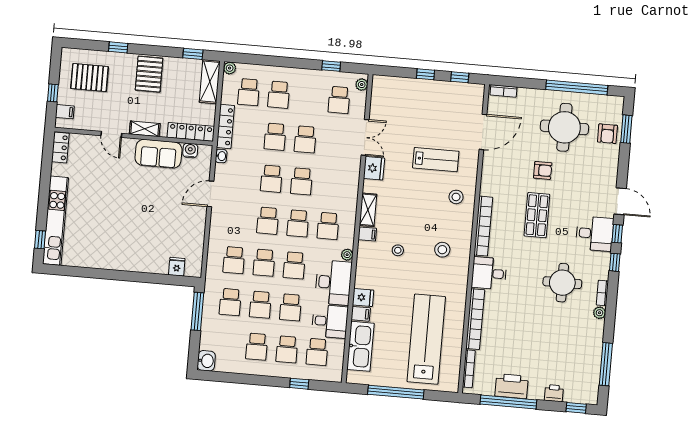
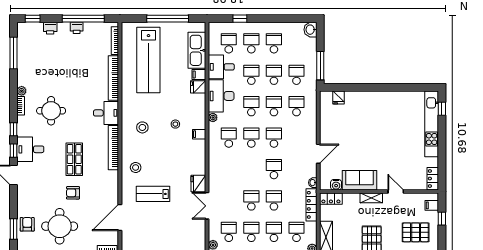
locker: (191, 132) -> (331, 199), width x0.66
school desk: (302, 181) -> (251, 232), moved
shelving: (368, 210) -> (200, 152), removed
printer: (512, 386) -> (77, 28), width x0.53, depth x0.68

